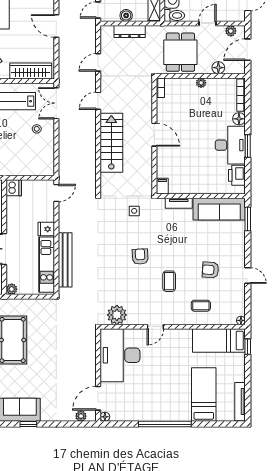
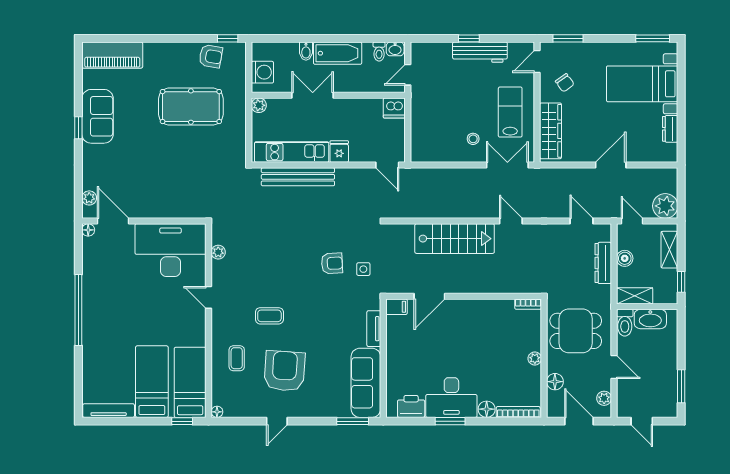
door: (98, 62) -> (581, 221), moved
door: (154, 135) -> (429, 296), moved
armchair: (140, 256) -> (332, 263), moved
armchair: (210, 270) -> (285, 371), width x1.88, depth x1.88
plant: (117, 315) -> (218, 252), width x0.53, depth x0.53
bed: (204, 395) -> (152, 382), moved, turned -90

